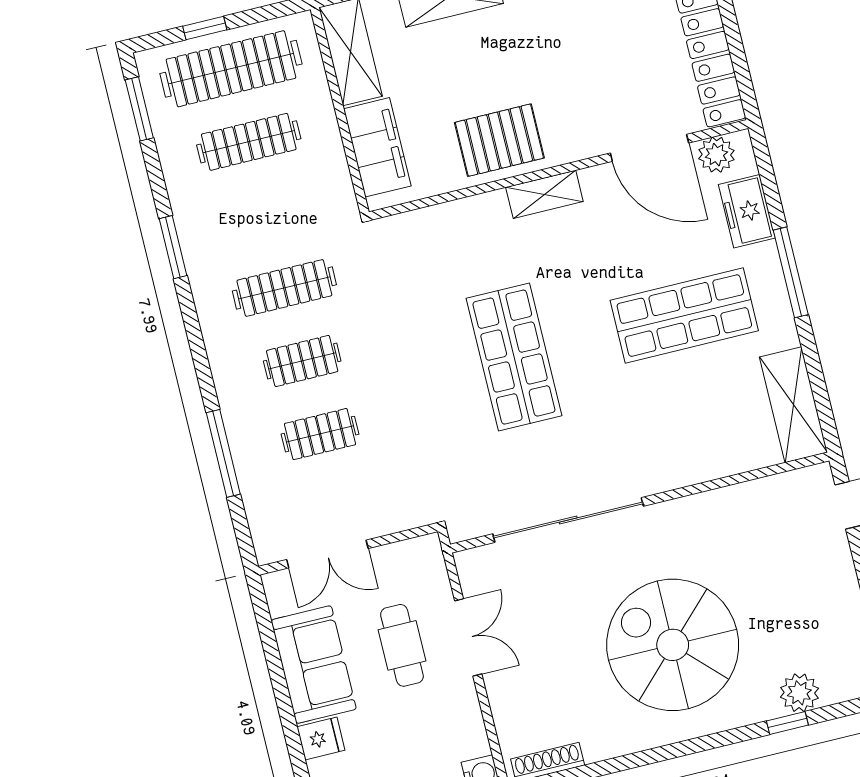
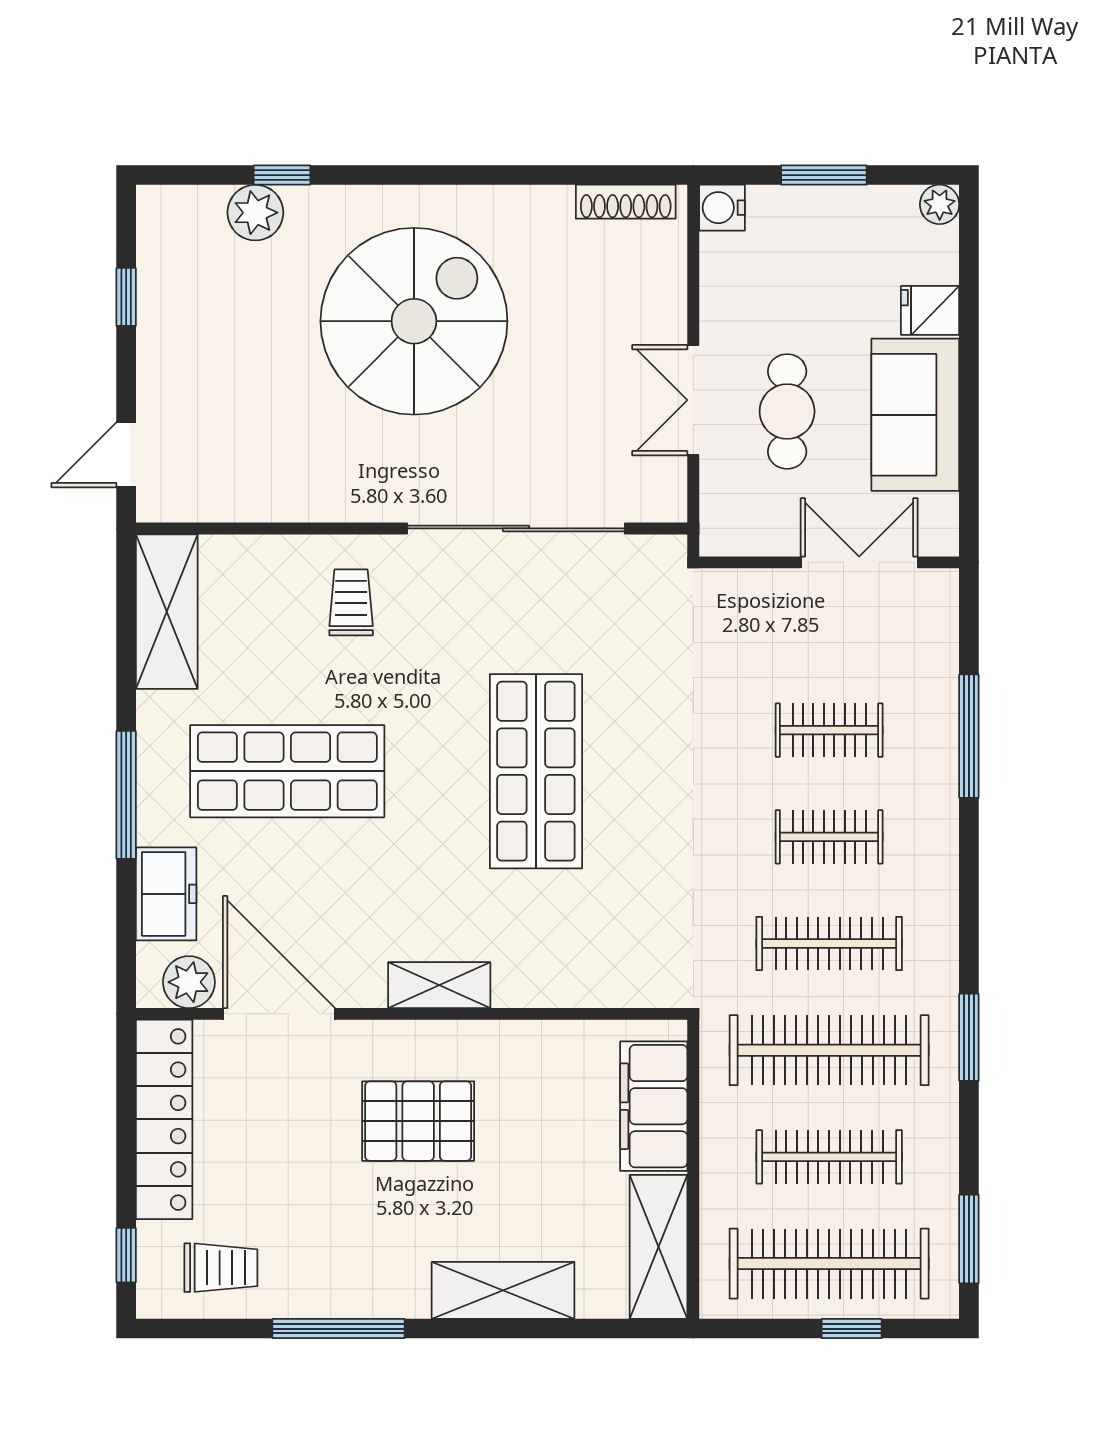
pallet: (499, 140) -> (418, 1121), moved
clothes rail: (267, 215) -> (829, 1050), added
trolley: (669, 442) -> (351, 602), added
spiral stairs: (673, 645) -> (414, 321), turned -90

